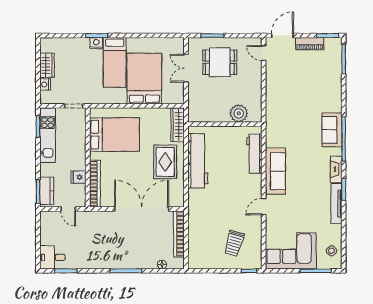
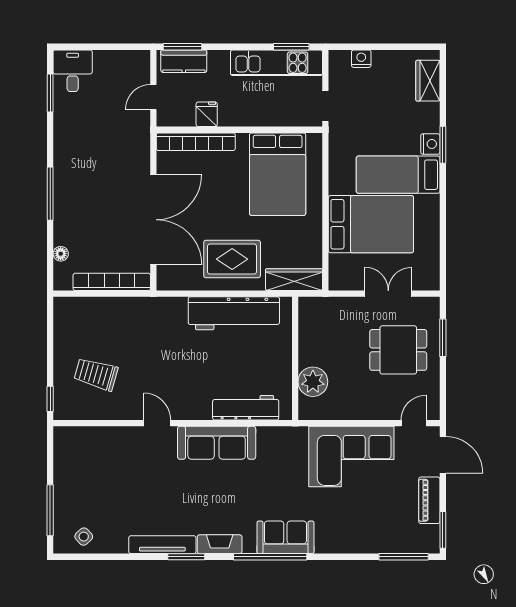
dining table: (220, 62) -> (398, 350), turned 90
wardrobe: (47, 65) -> (428, 81), moved, turned 90
corner sofa: (291, 251) -> (351, 456), moved, turned 90

